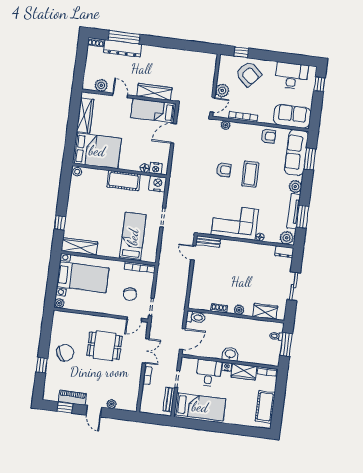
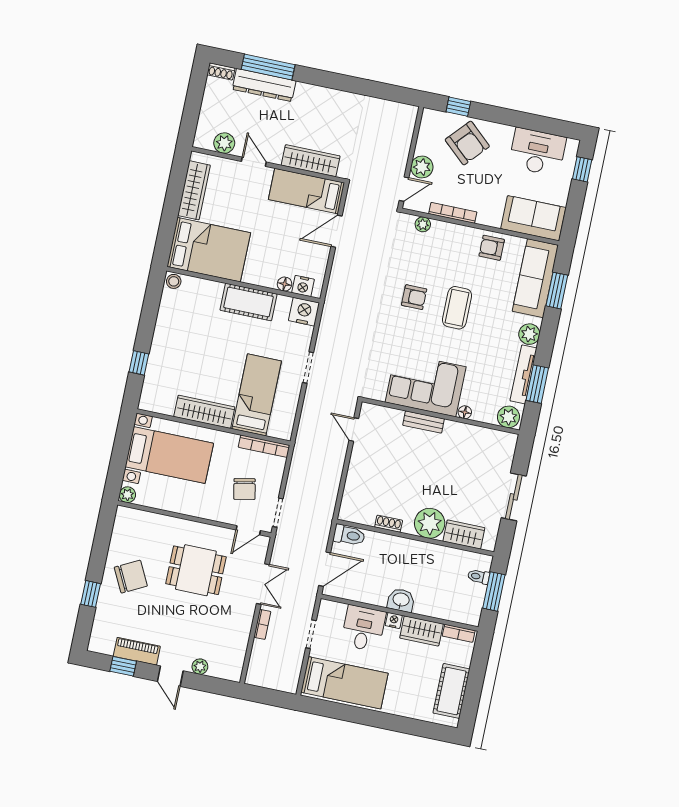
armchair: (268, 136) -> (492, 248), turned 180
bench: (208, 242) -> (424, 422), moved
wardrobe: (79, 246) -> (204, 412), moved
dresser: (284, 252) -> (503, 439), removed
plant: (239, 310) -> (430, 523), width x1.88, depth x1.88
bench: (169, 400) -> (295, 667), removed

